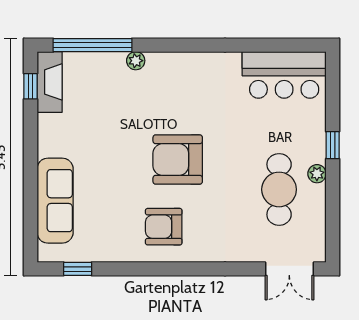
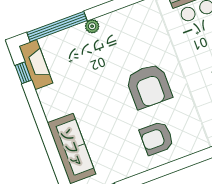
armchair: (178, 160) -> (149, 86), turned -90

